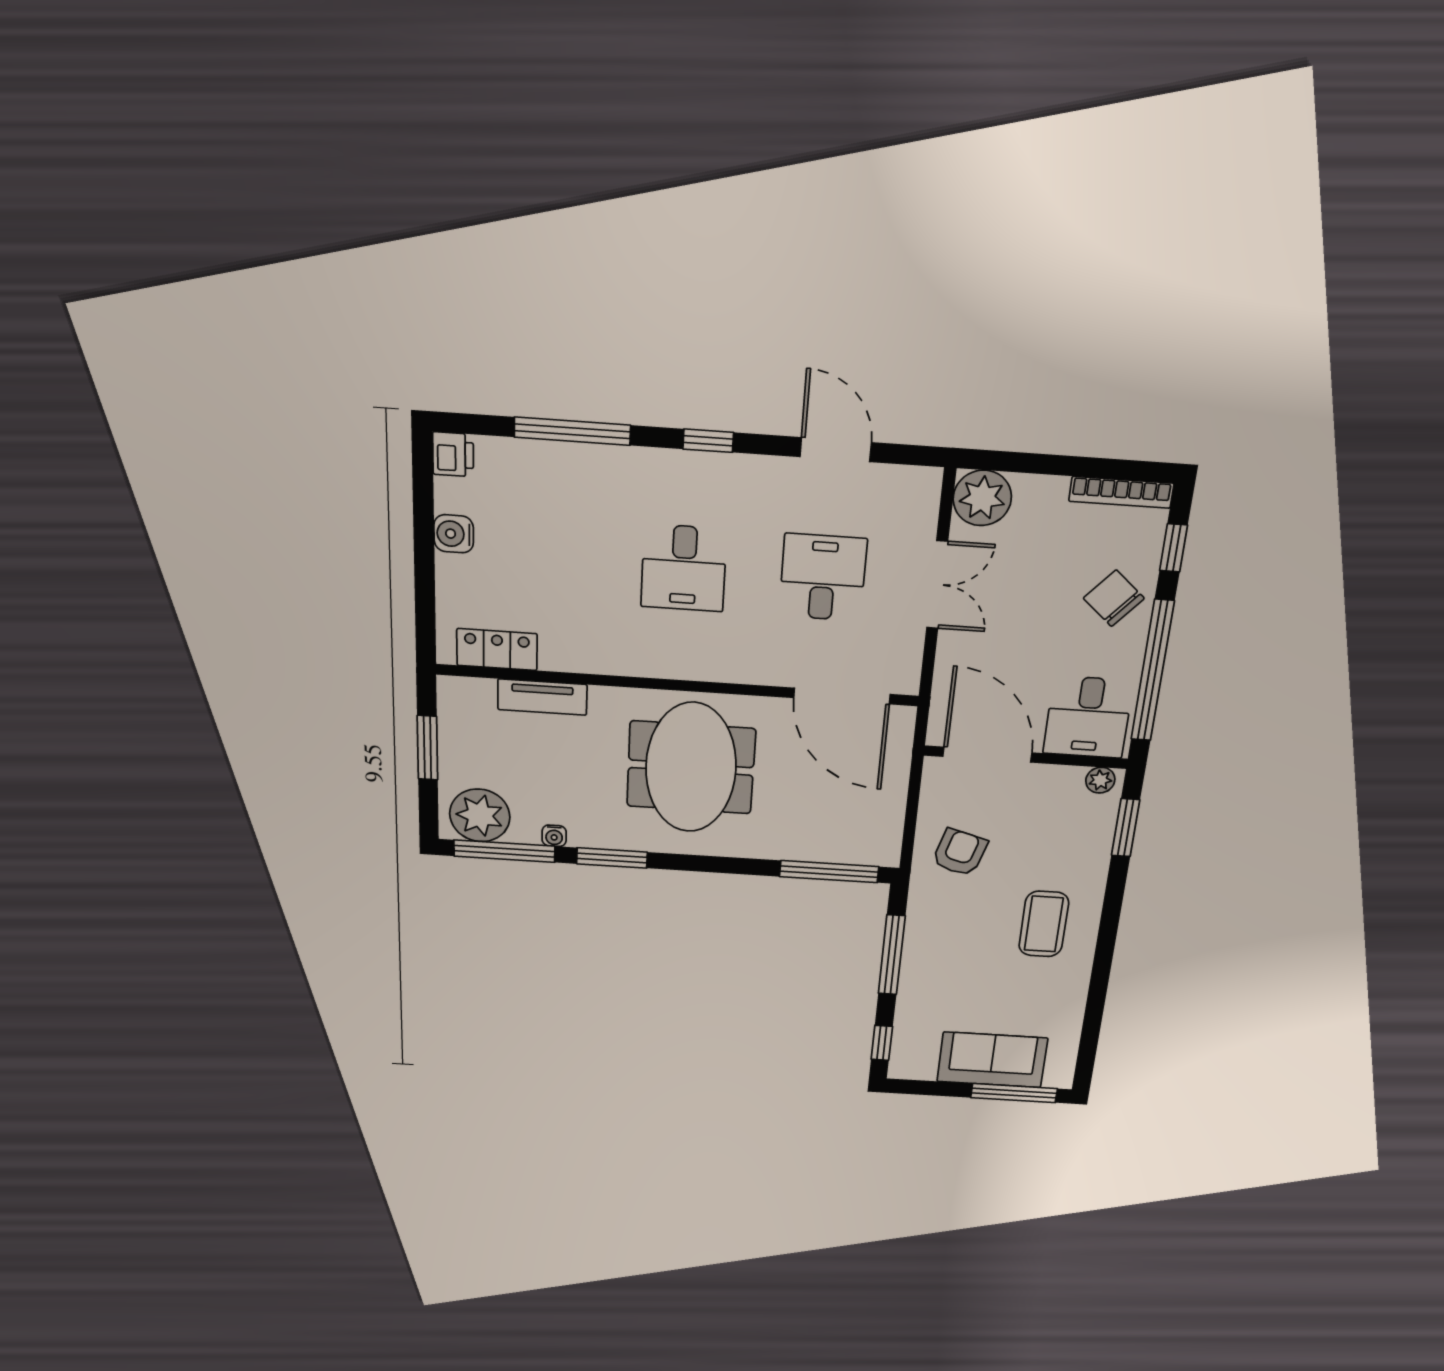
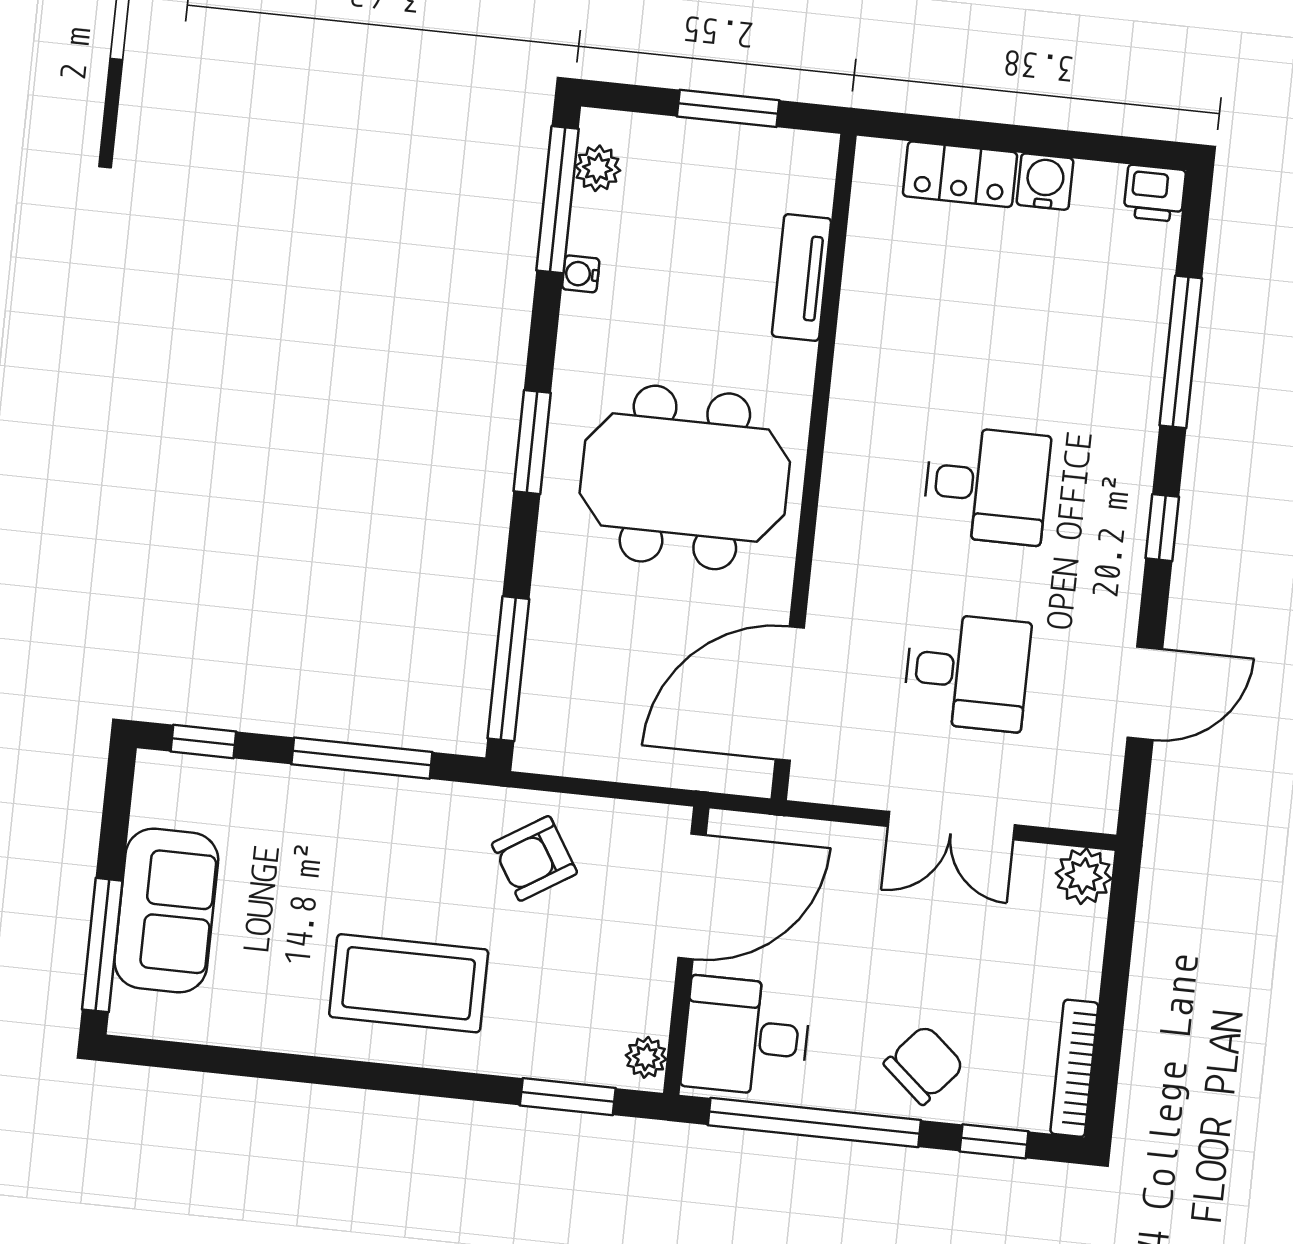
plant: (982, 498) -> (1084, 876), width x0.73, depth x0.73
desk: (684, 568) -> (986, 485), turned 180
locker: (497, 650) -> (960, 174), moved, turned 90
plant: (480, 815) -> (598, 168), width x0.53, depth x0.53
armchair: (960, 852) -> (534, 858), turned 132
window: (612, 858) -> (532, 442), moved
coffee table: (1044, 924) -> (409, 983), width x1.36, depth x1.32

